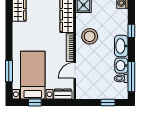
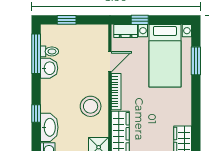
washbasin: (121, 46) -> (49, 127), moved
window: (35, 103) -> (140, 20), moved

